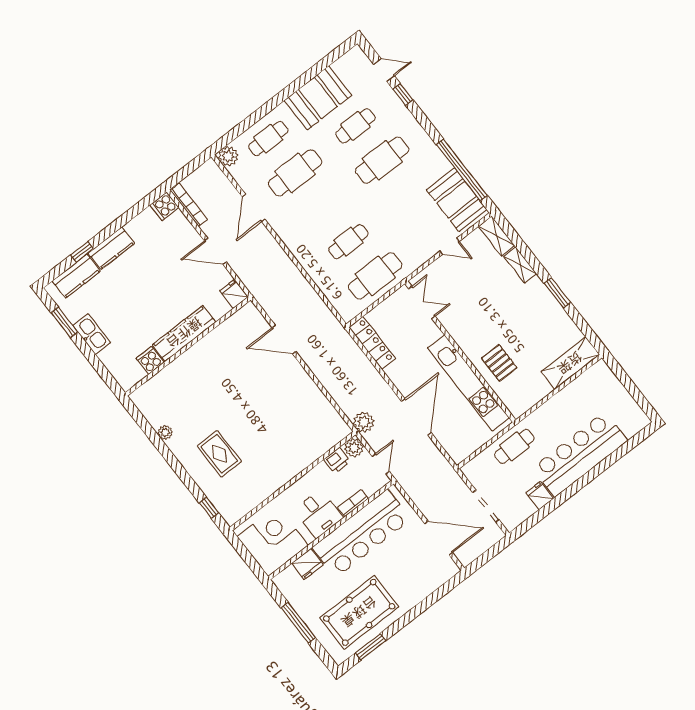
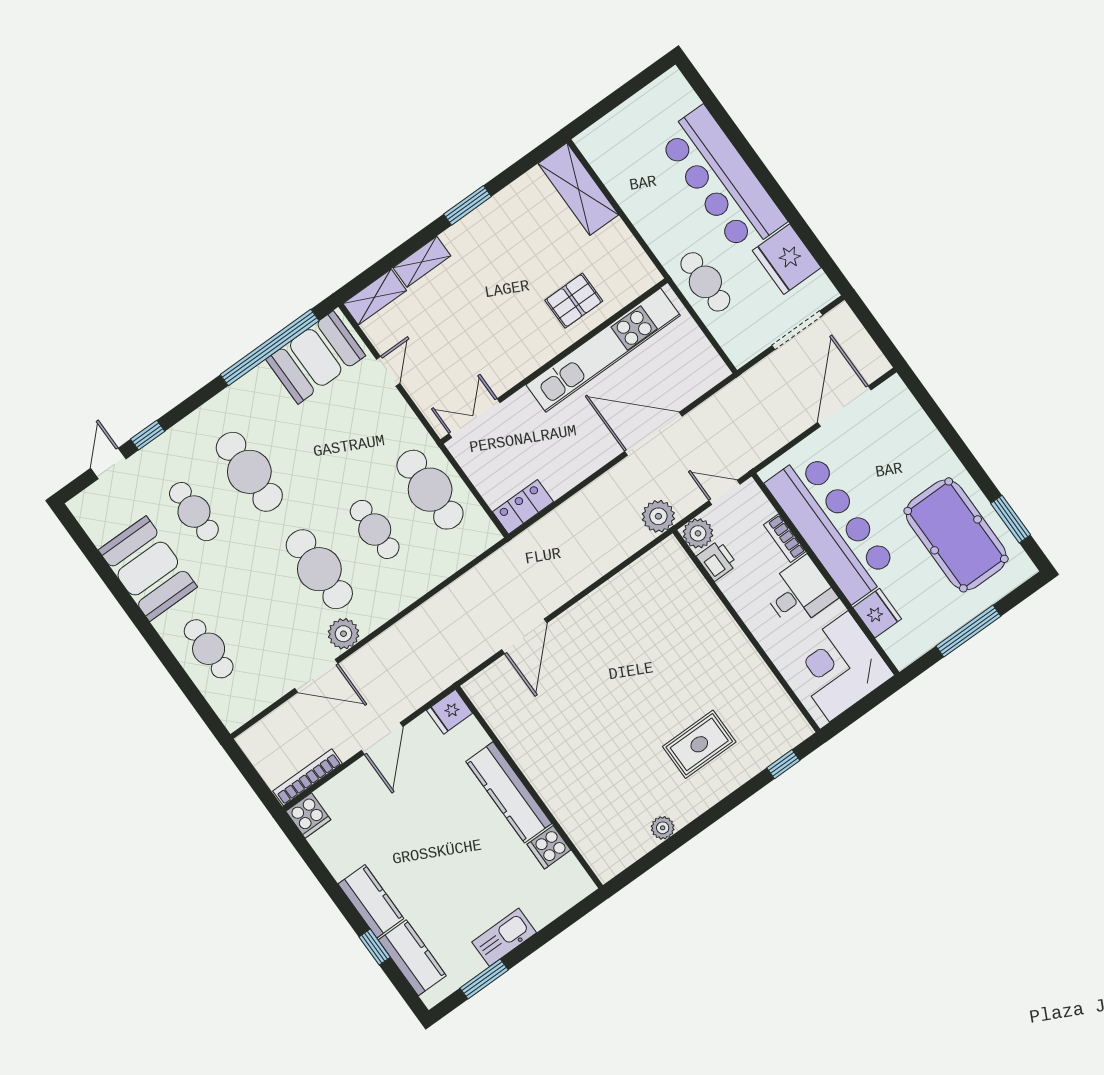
plant: (228, 156) -> (343, 634), moved
cafe table: (295, 173) -> (319, 569), moved
locker: (372, 343) -> (523, 507), width x0.66
fridge: (540, 496) -> (787, 259), width x1.88, depth x1.34

